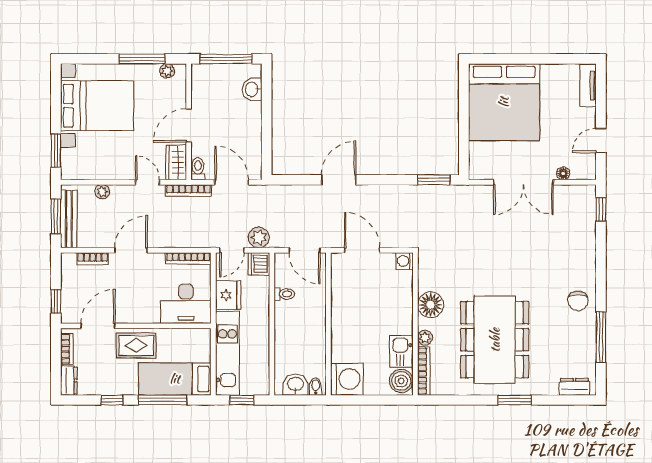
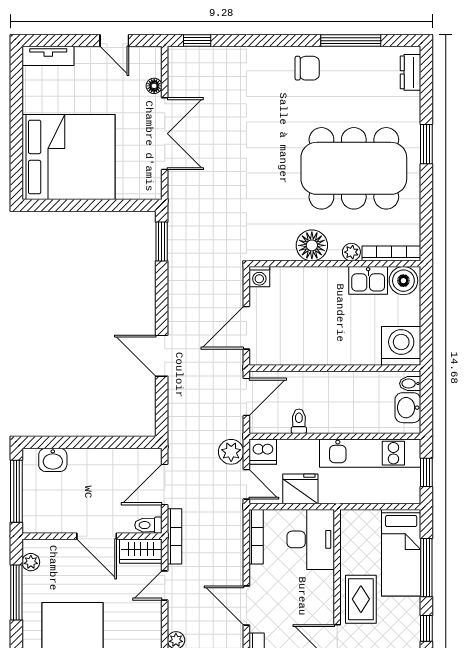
kitchen unit: (227, 353) -> (370, 453), moved, turned 180

